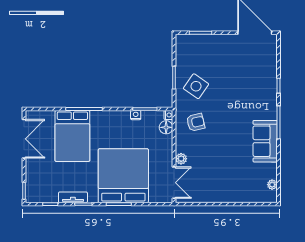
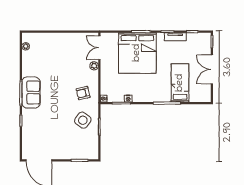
floor lamp: (166, 127) -> (105, 89), removed
bed: (72, 136) -> (180, 83), width x0.67
double door: (24, 139) -> (212, 69), moved
sofa: (265, 141) -> (31, 93), moved

